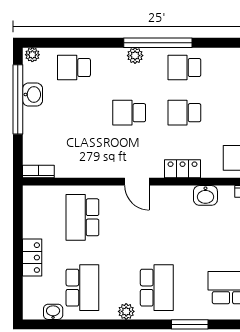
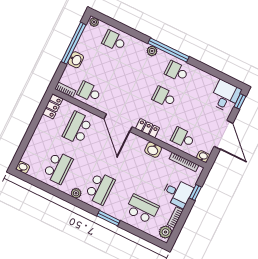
washbasin: (33, 95) -> (76, 60), moved
school desk: (129, 113) -> (89, 92), moved
door: (137, 182) -> (118, 123), width x1.87
locker: (32, 258) -> (53, 106), moved
washbasin: (53, 312) -> (23, 167), moved

